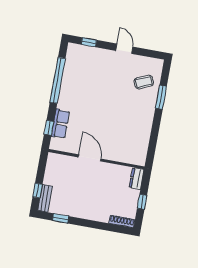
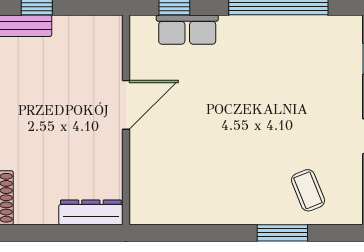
dresser: (137, 178) -> (91, 212), width x1.44
window: (142, 202) -> (53, 233), removed

